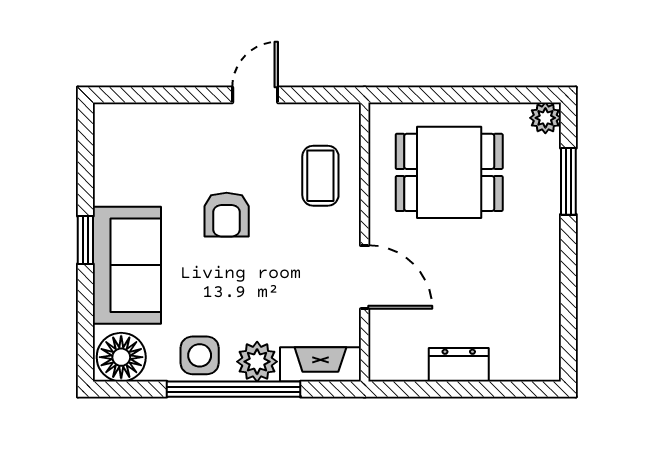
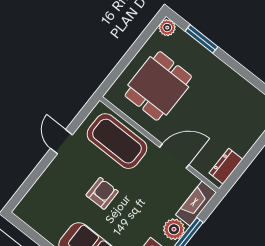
coffee table: (320, 176) -> (117, 141), width x1.86, depth x1.72
armchair: (227, 215) -> (102, 193), turned -90
dresser: (459, 365) -> (226, 166), moved

